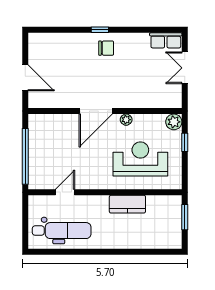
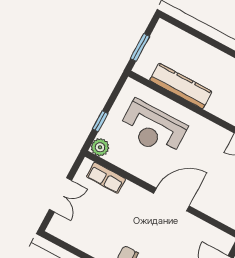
row of seats: (166, 40) -> (106, 178), moved, turned 180
plant: (126, 120) -> (146, 175), removed
kitchen counter: (127, 204) -> (181, 86), width x1.50

